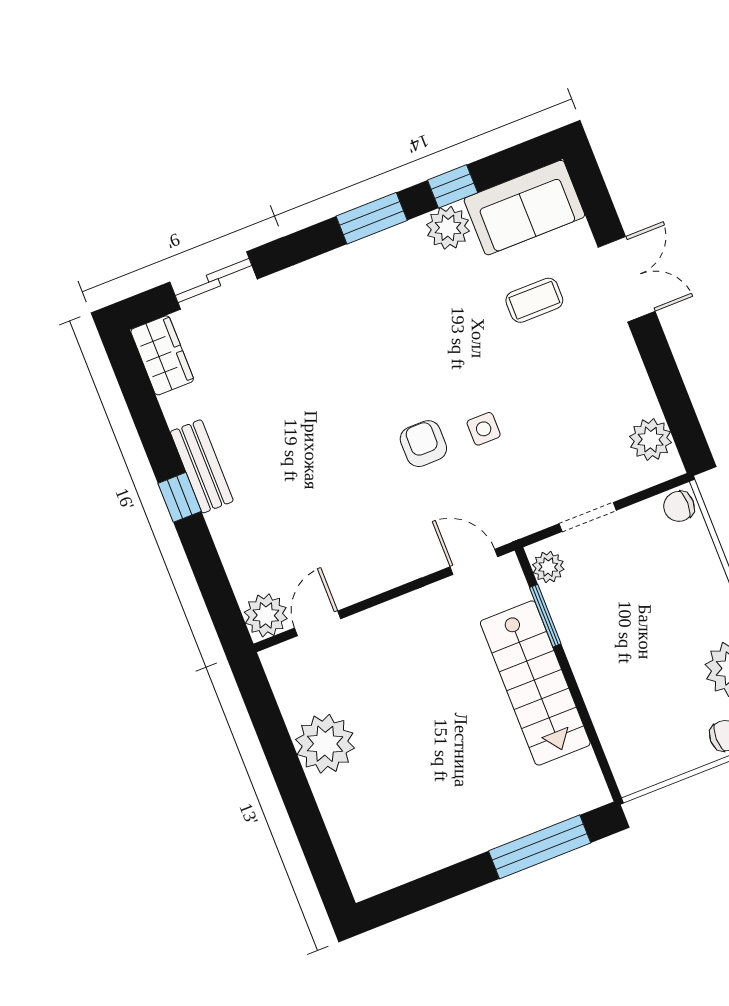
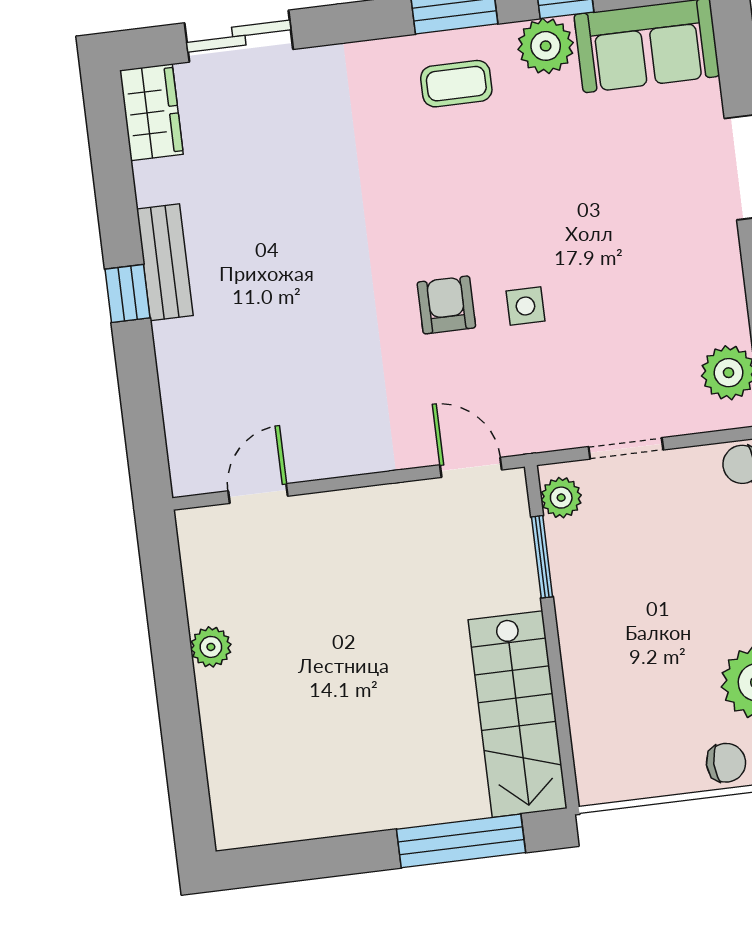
coffee table: (534, 300) -> (456, 84), moved
plant: (266, 615) -> (196, 467), removed
stairs: (535, 683) -> (518, 714), moved
plant: (325, 744) -> (211, 647), width x0.53, depth x0.53

